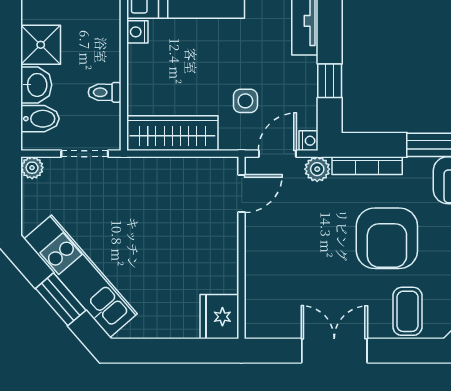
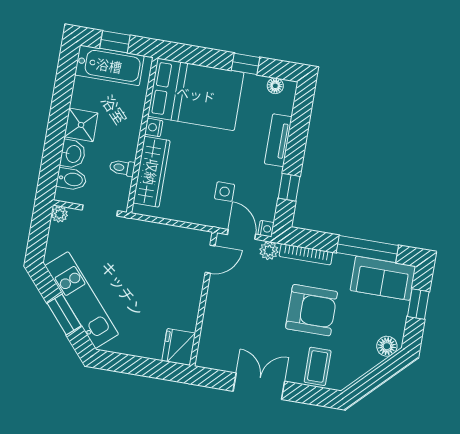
wardrobe: (172, 133) -> (152, 172), moved, turned 90
door: (277, 154) -> (242, 234), hinge flipped
armchair: (387, 238) -> (312, 310), turned -90

